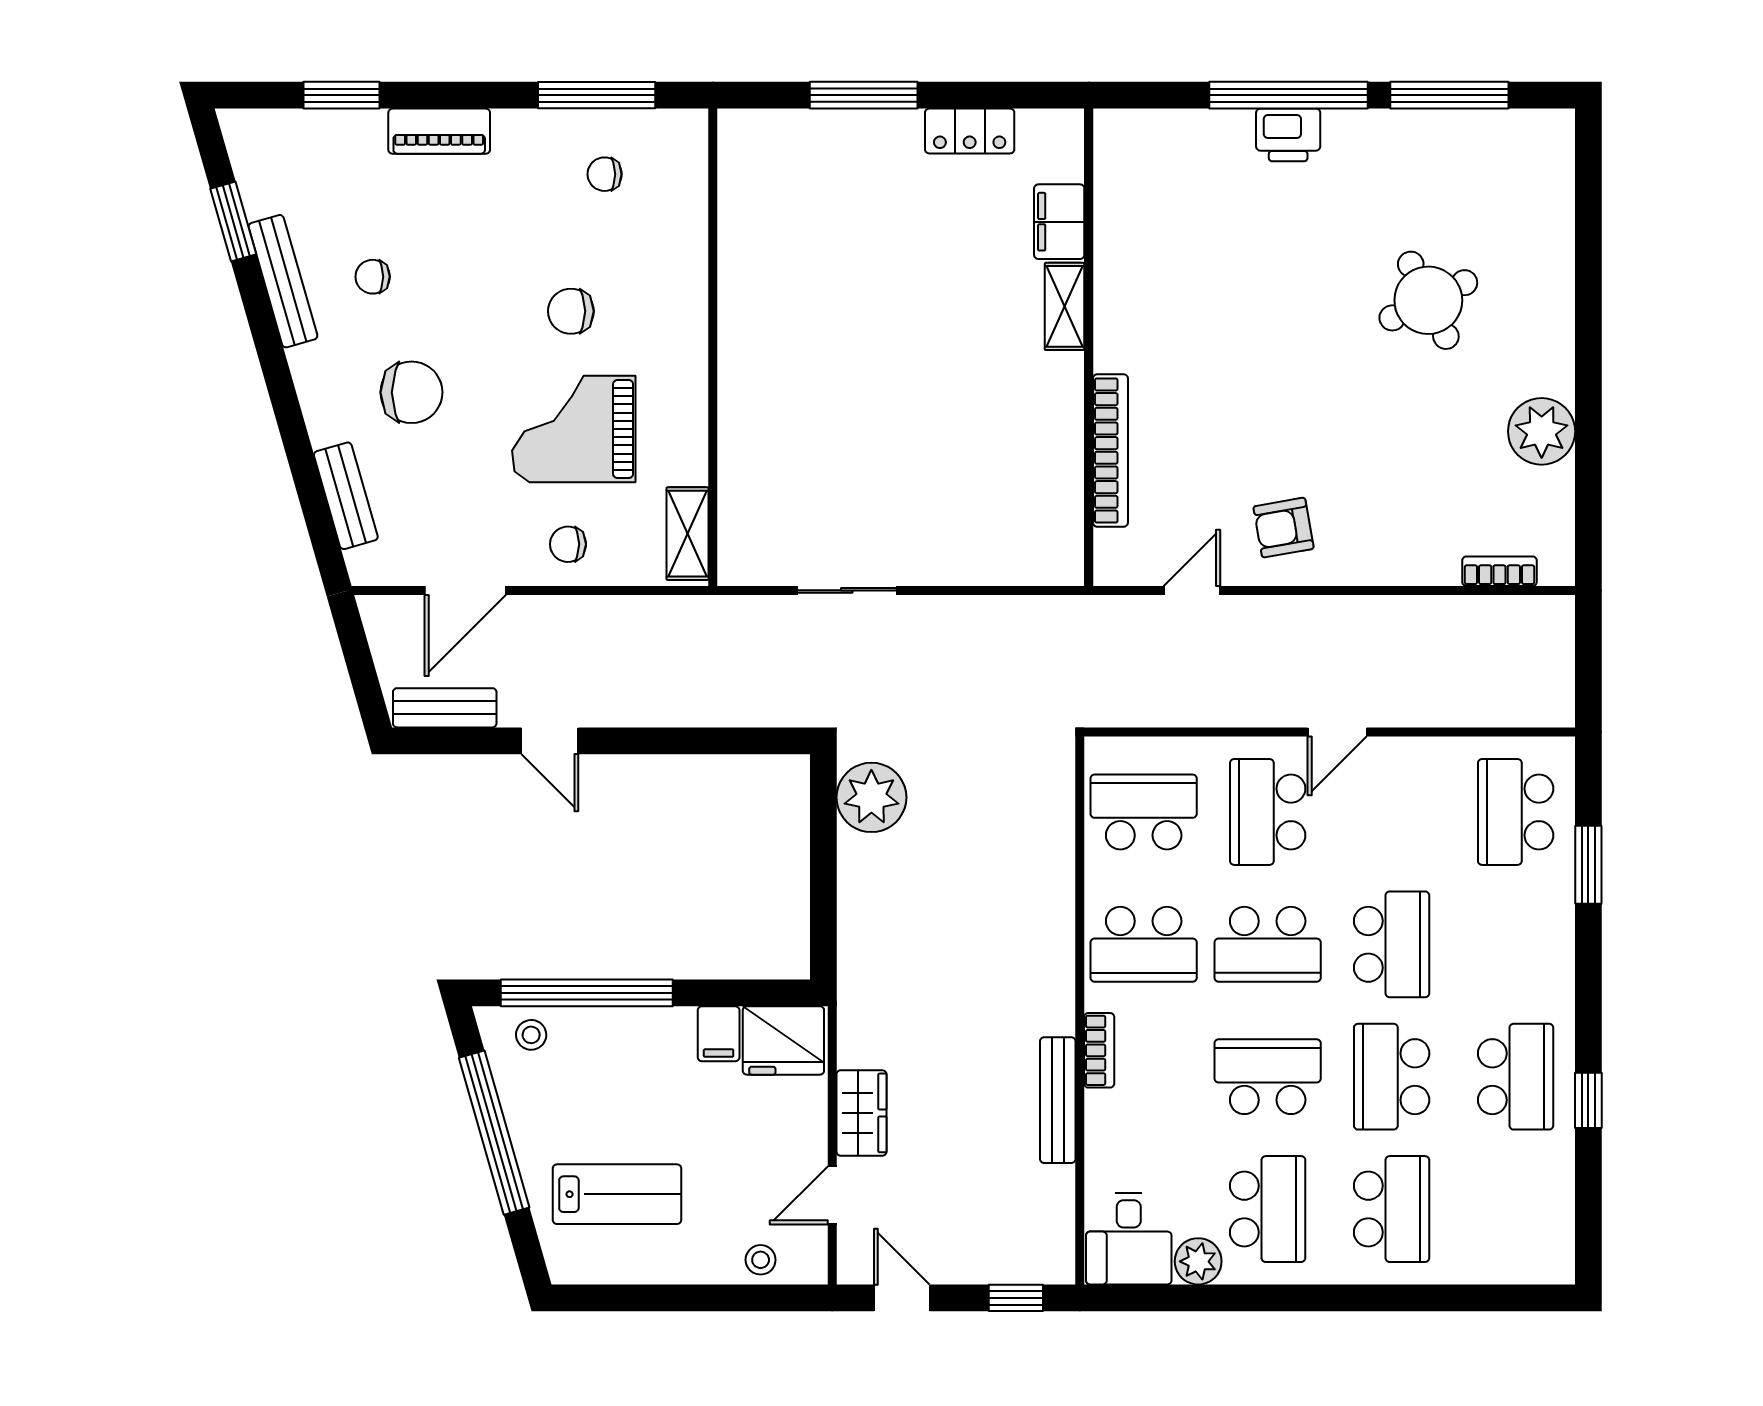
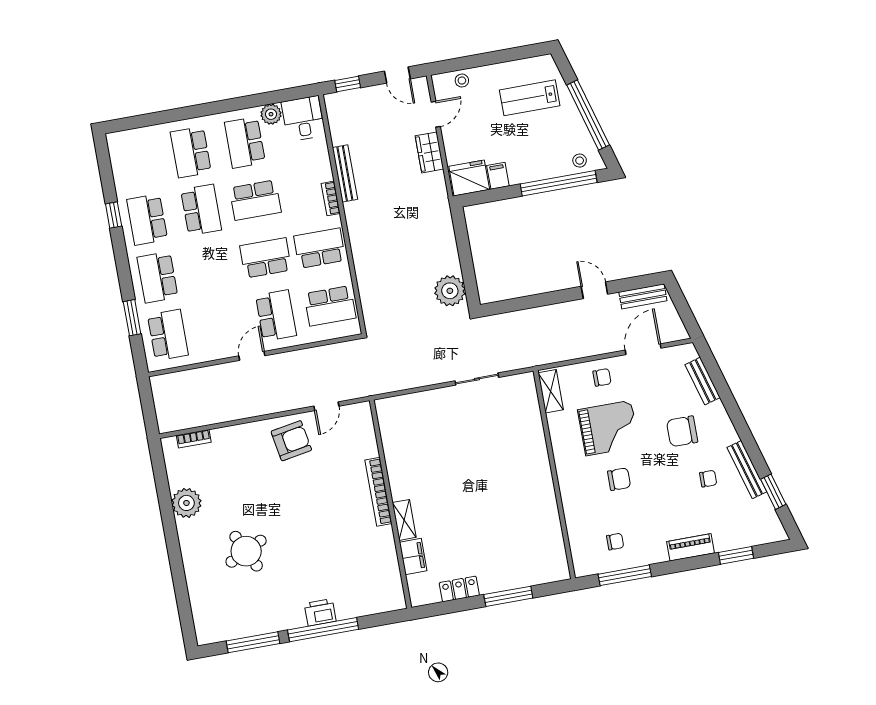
bookcase: (1110, 450) -> (378, 492), moved
armchair: (1284, 528) -> (291, 441), width x1.38, depth x1.38
school desk: (1392, 944) -> (157, 277), moved

